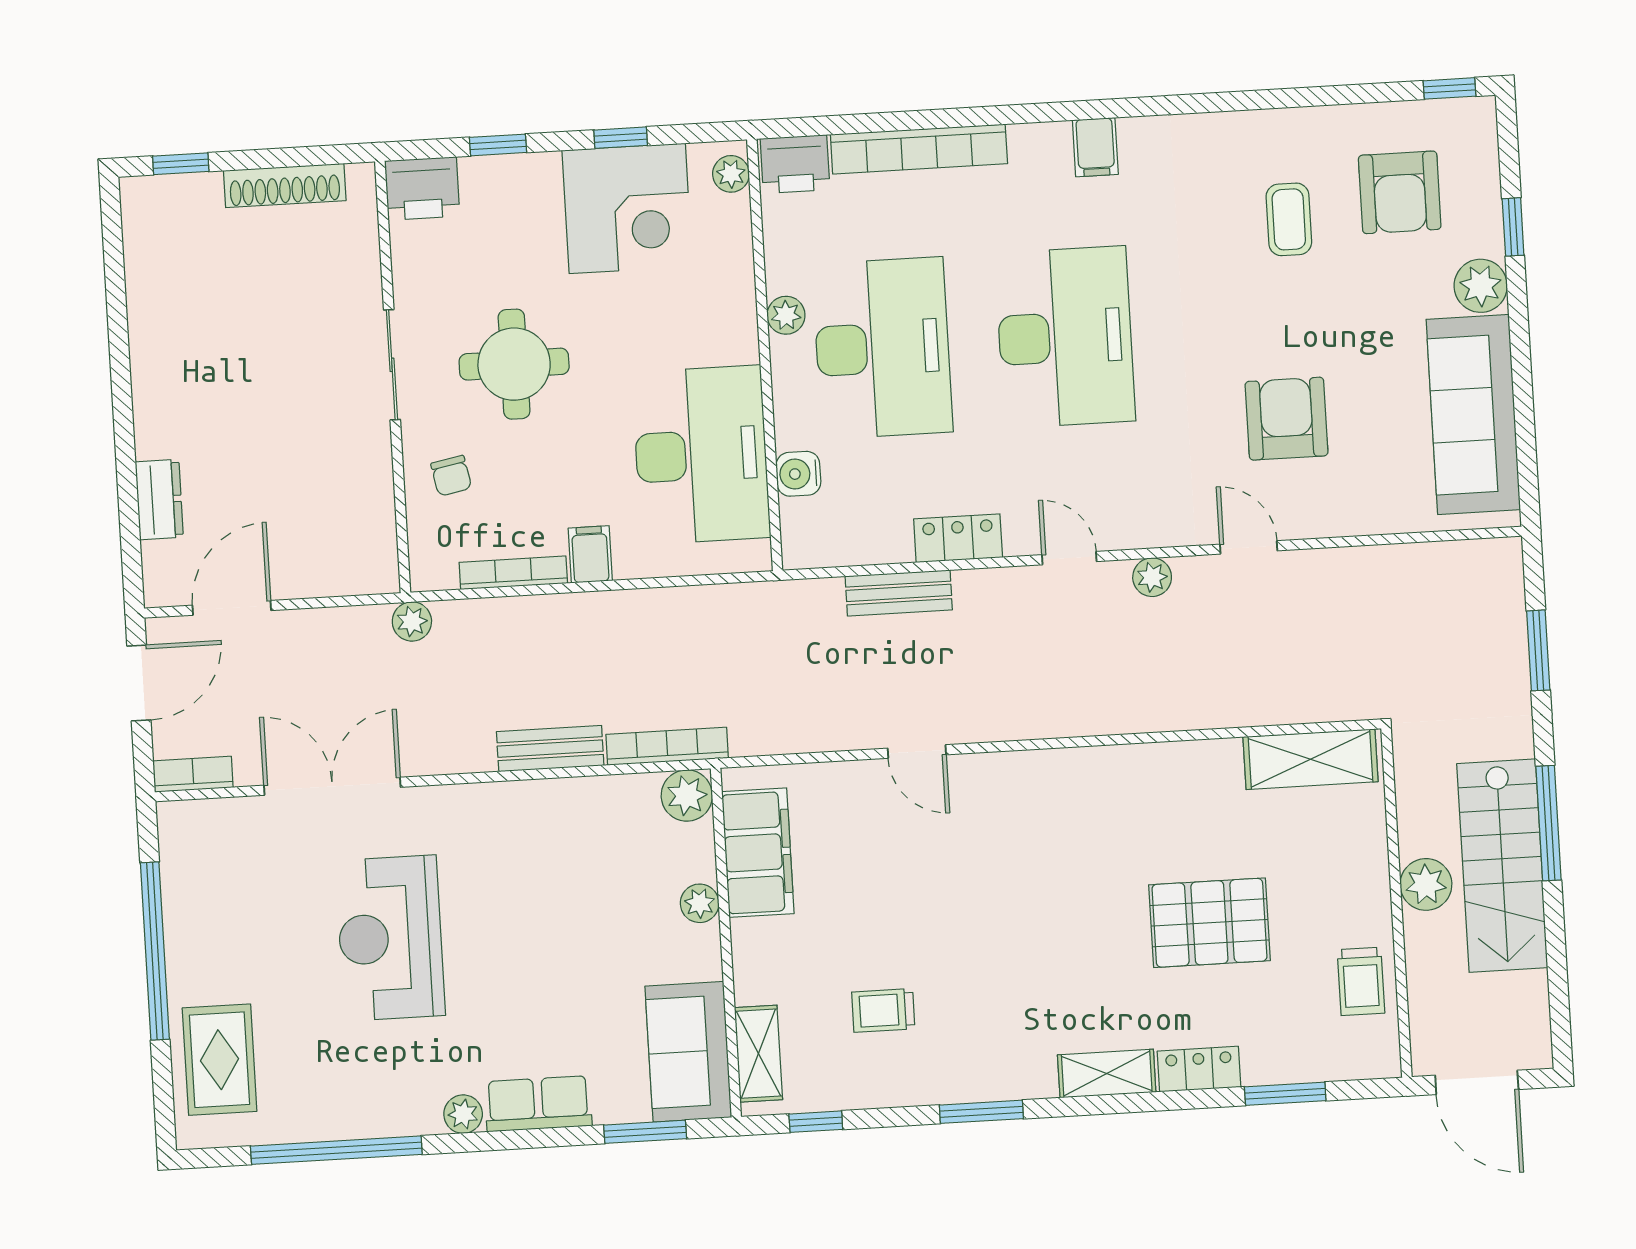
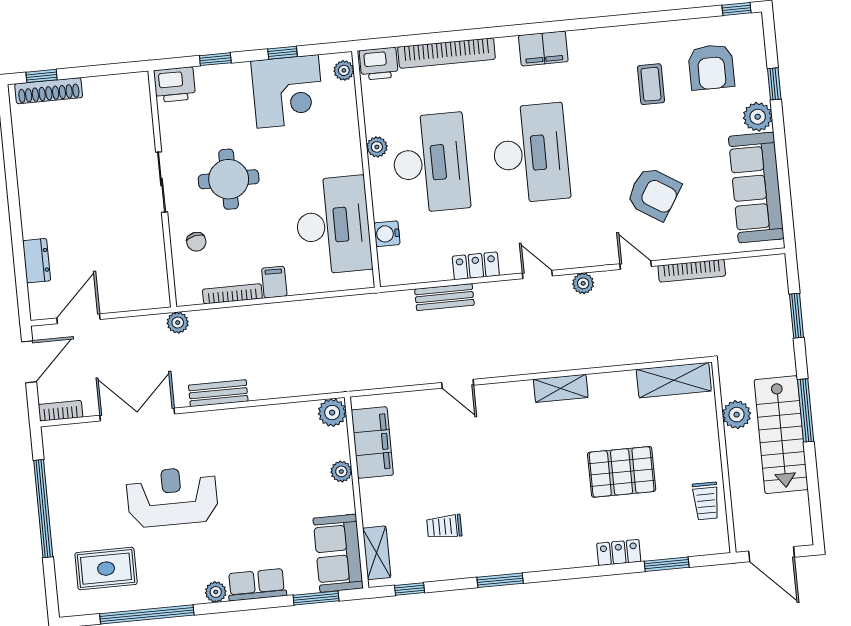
filing cabinet: (1095, 147) -> (543, 48), width x2.00
shoe rack: (285, 186) -> (49, 91), moved
armchair: (1287, 419) -> (654, 194), turned 122
bookcase: (667, 746) -> (692, 271), moved, turned 180
bench: (550, 749) -> (218, 393), moved
plant: (1426, 884) -> (737, 415), moved
reception desk: (390, 938) -> (172, 497), turned 90
rug: (220, 1060) -> (106, 569), moved, turned 90
shelving: (1107, 1074) -> (561, 388), moved

